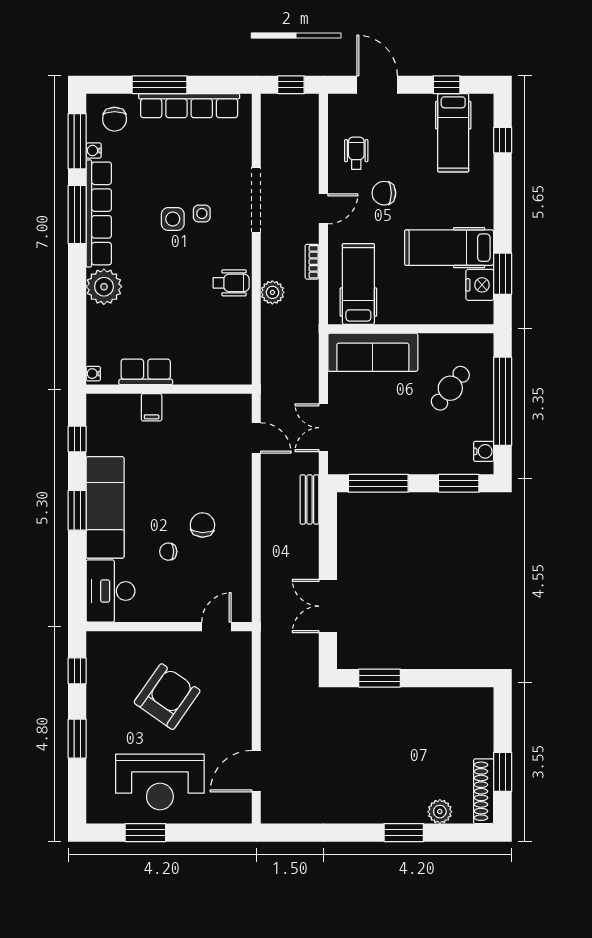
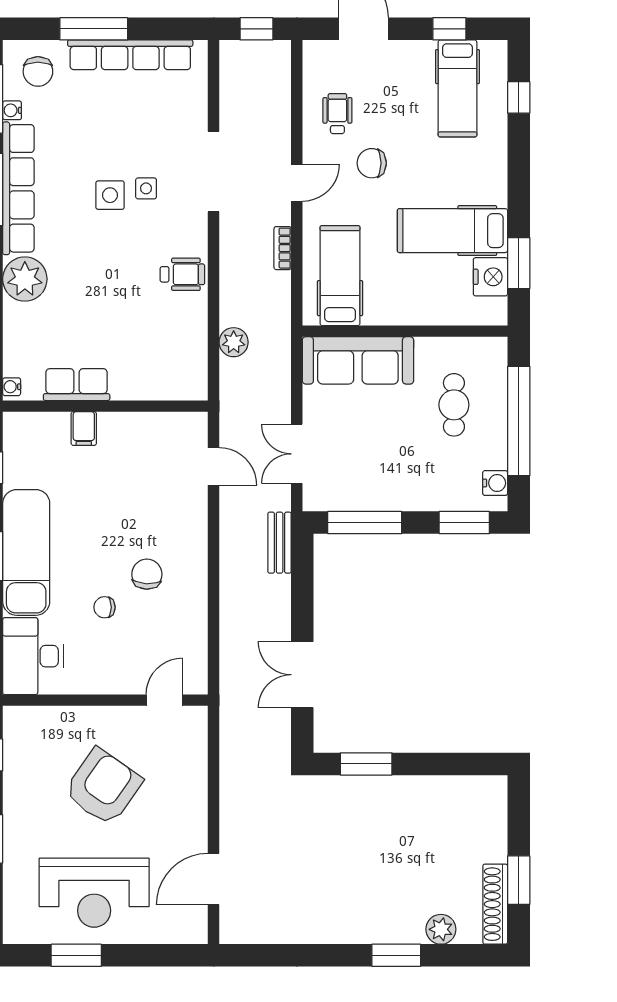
plant: (272, 292) -> (234, 342), moved
cafe table: (450, 388) -> (454, 405), turned -38

